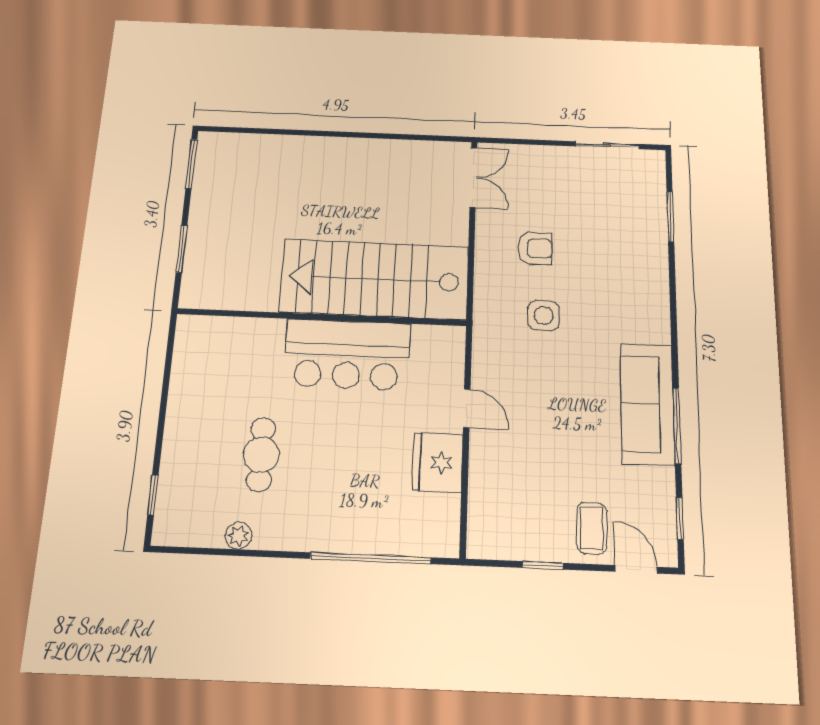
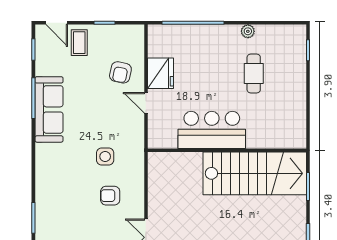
stairs: (375, 279) -> (255, 173), moved
armchair: (513, 467) -> (120, 72), added
plant: (239, 536) -> (248, 31), moved

